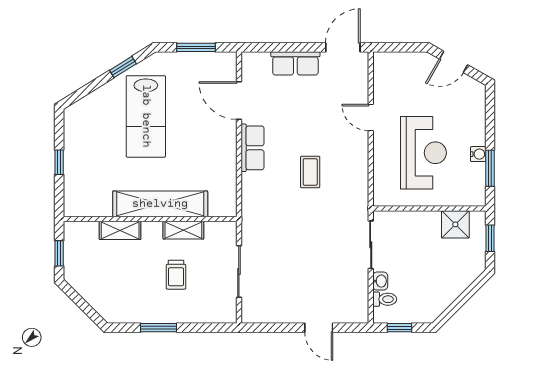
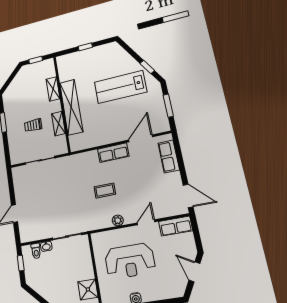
row of seats: (295, 63) -> (169, 156), moved
row of seats: (384, 75) -> (176, 226), added
plant: (360, 160) -> (118, 220), added

